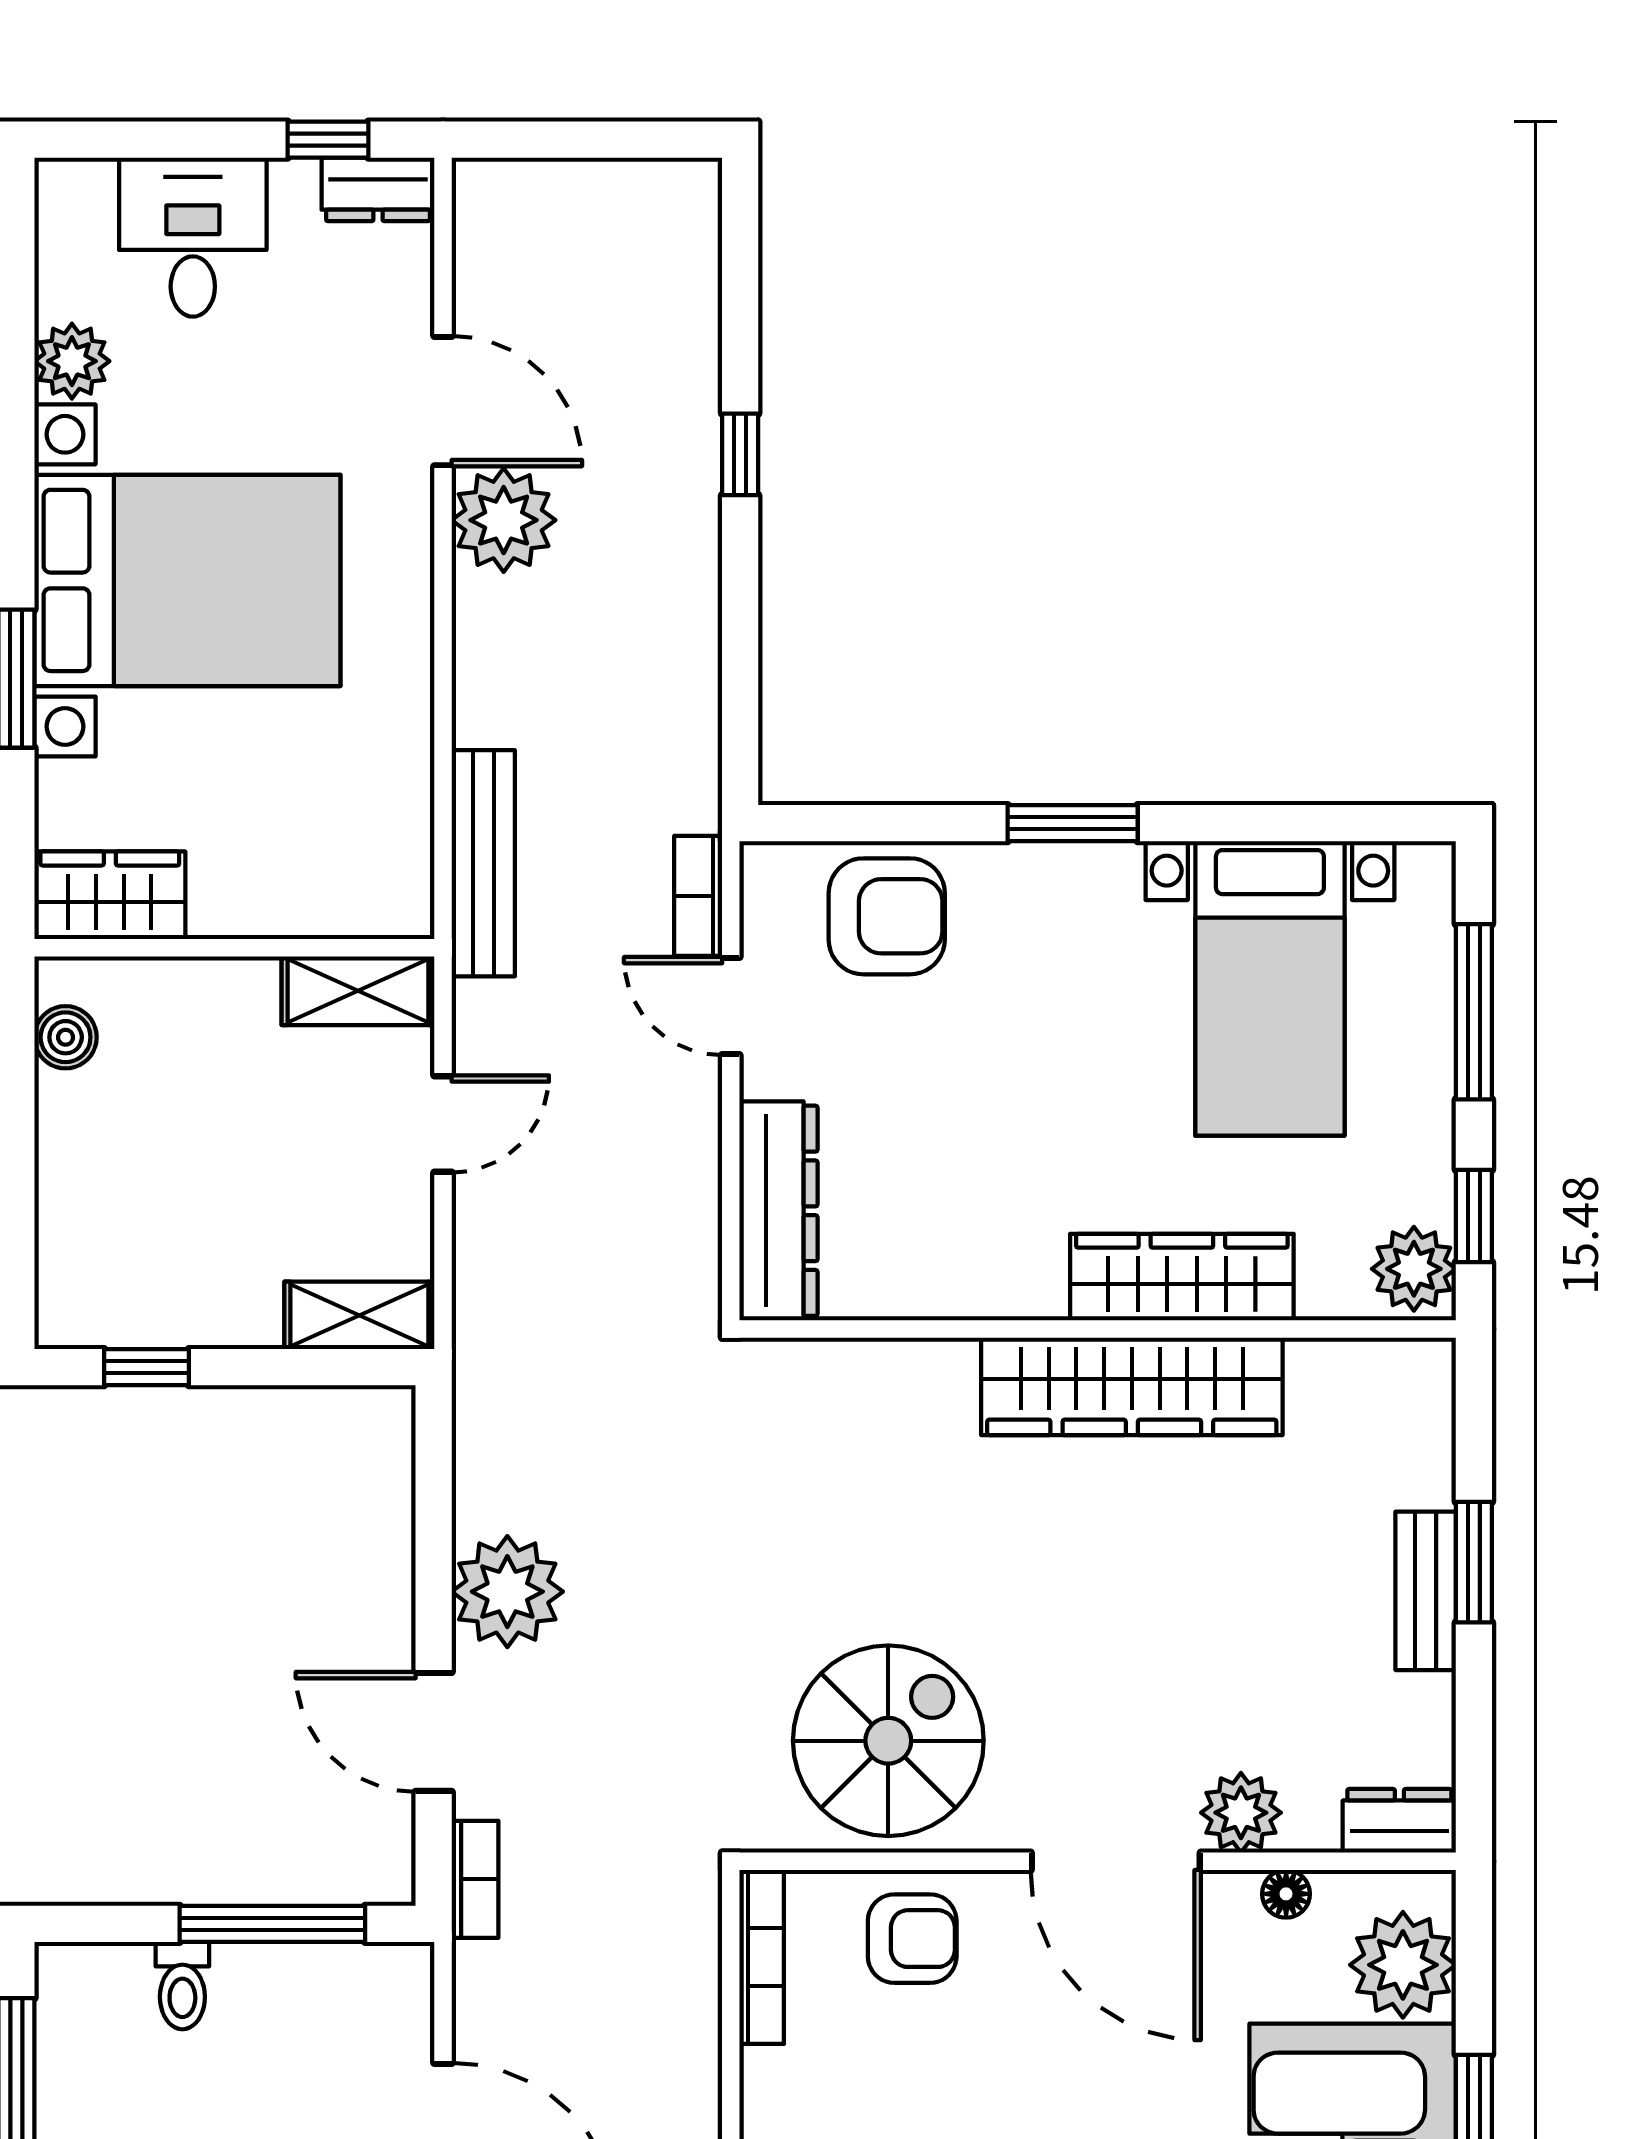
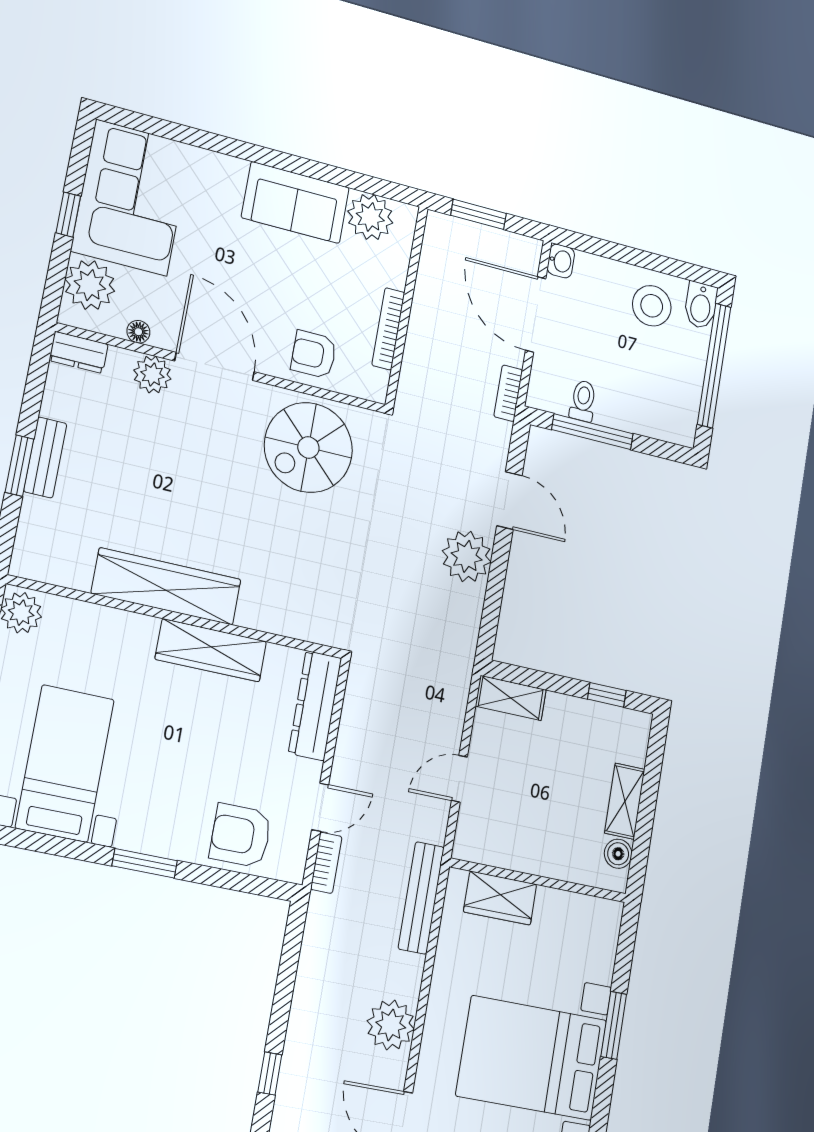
plant: (504, 520) -> (391, 1025), moved
wardrobe: (110, 895) -> (500, 898), moved
shelving: (358, 991) -> (625, 801), moved, turned 90
door: (731, 1006) -> (320, 807), hinge flipped
wardrobe: (1182, 1277) -> (211, 650), moved
bookcase: (475, 1879) -> (508, 393), moved
bookcase: (762, 1957) -> (388, 329), moved
toilet: (182, 1986) -> (583, 401), moved

